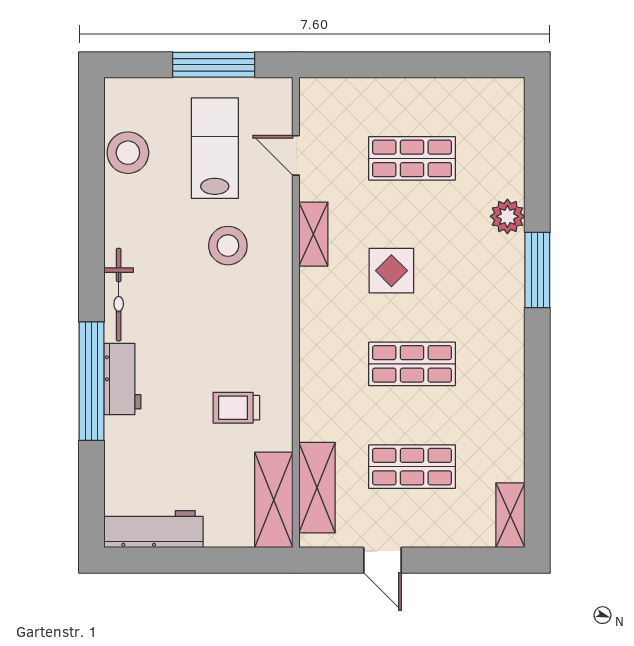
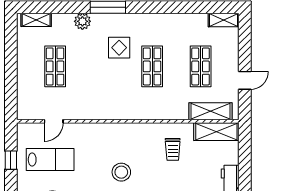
window: (214, 65) -> (11, 160), width x0.46
lab bench: (215, 148) -> (50, 160), turned 180
shelving: (313, 234) -> (36, 20), moved
stool: (228, 246) -> (121, 172), moved
display table: (391, 271) -> (119, 48), moved

